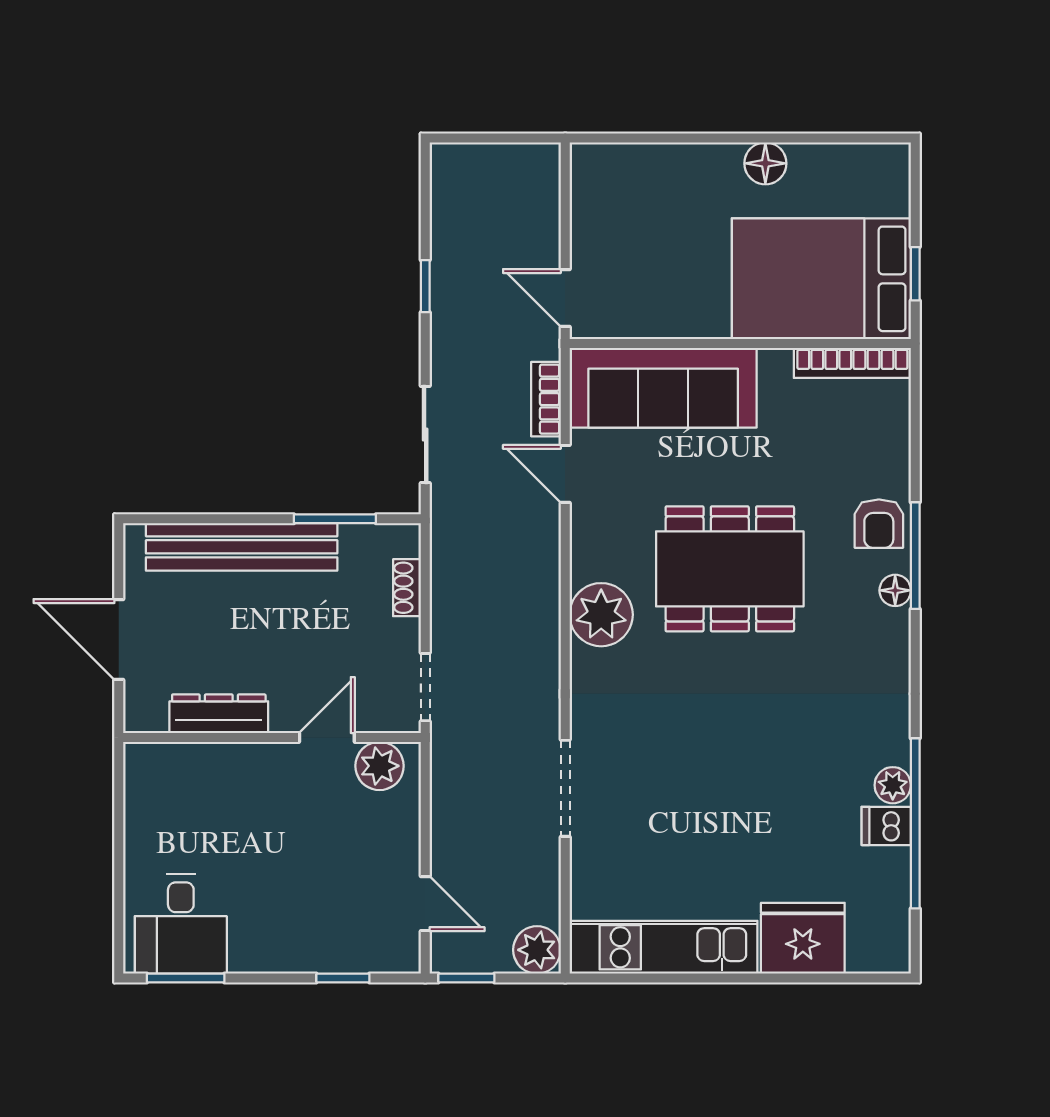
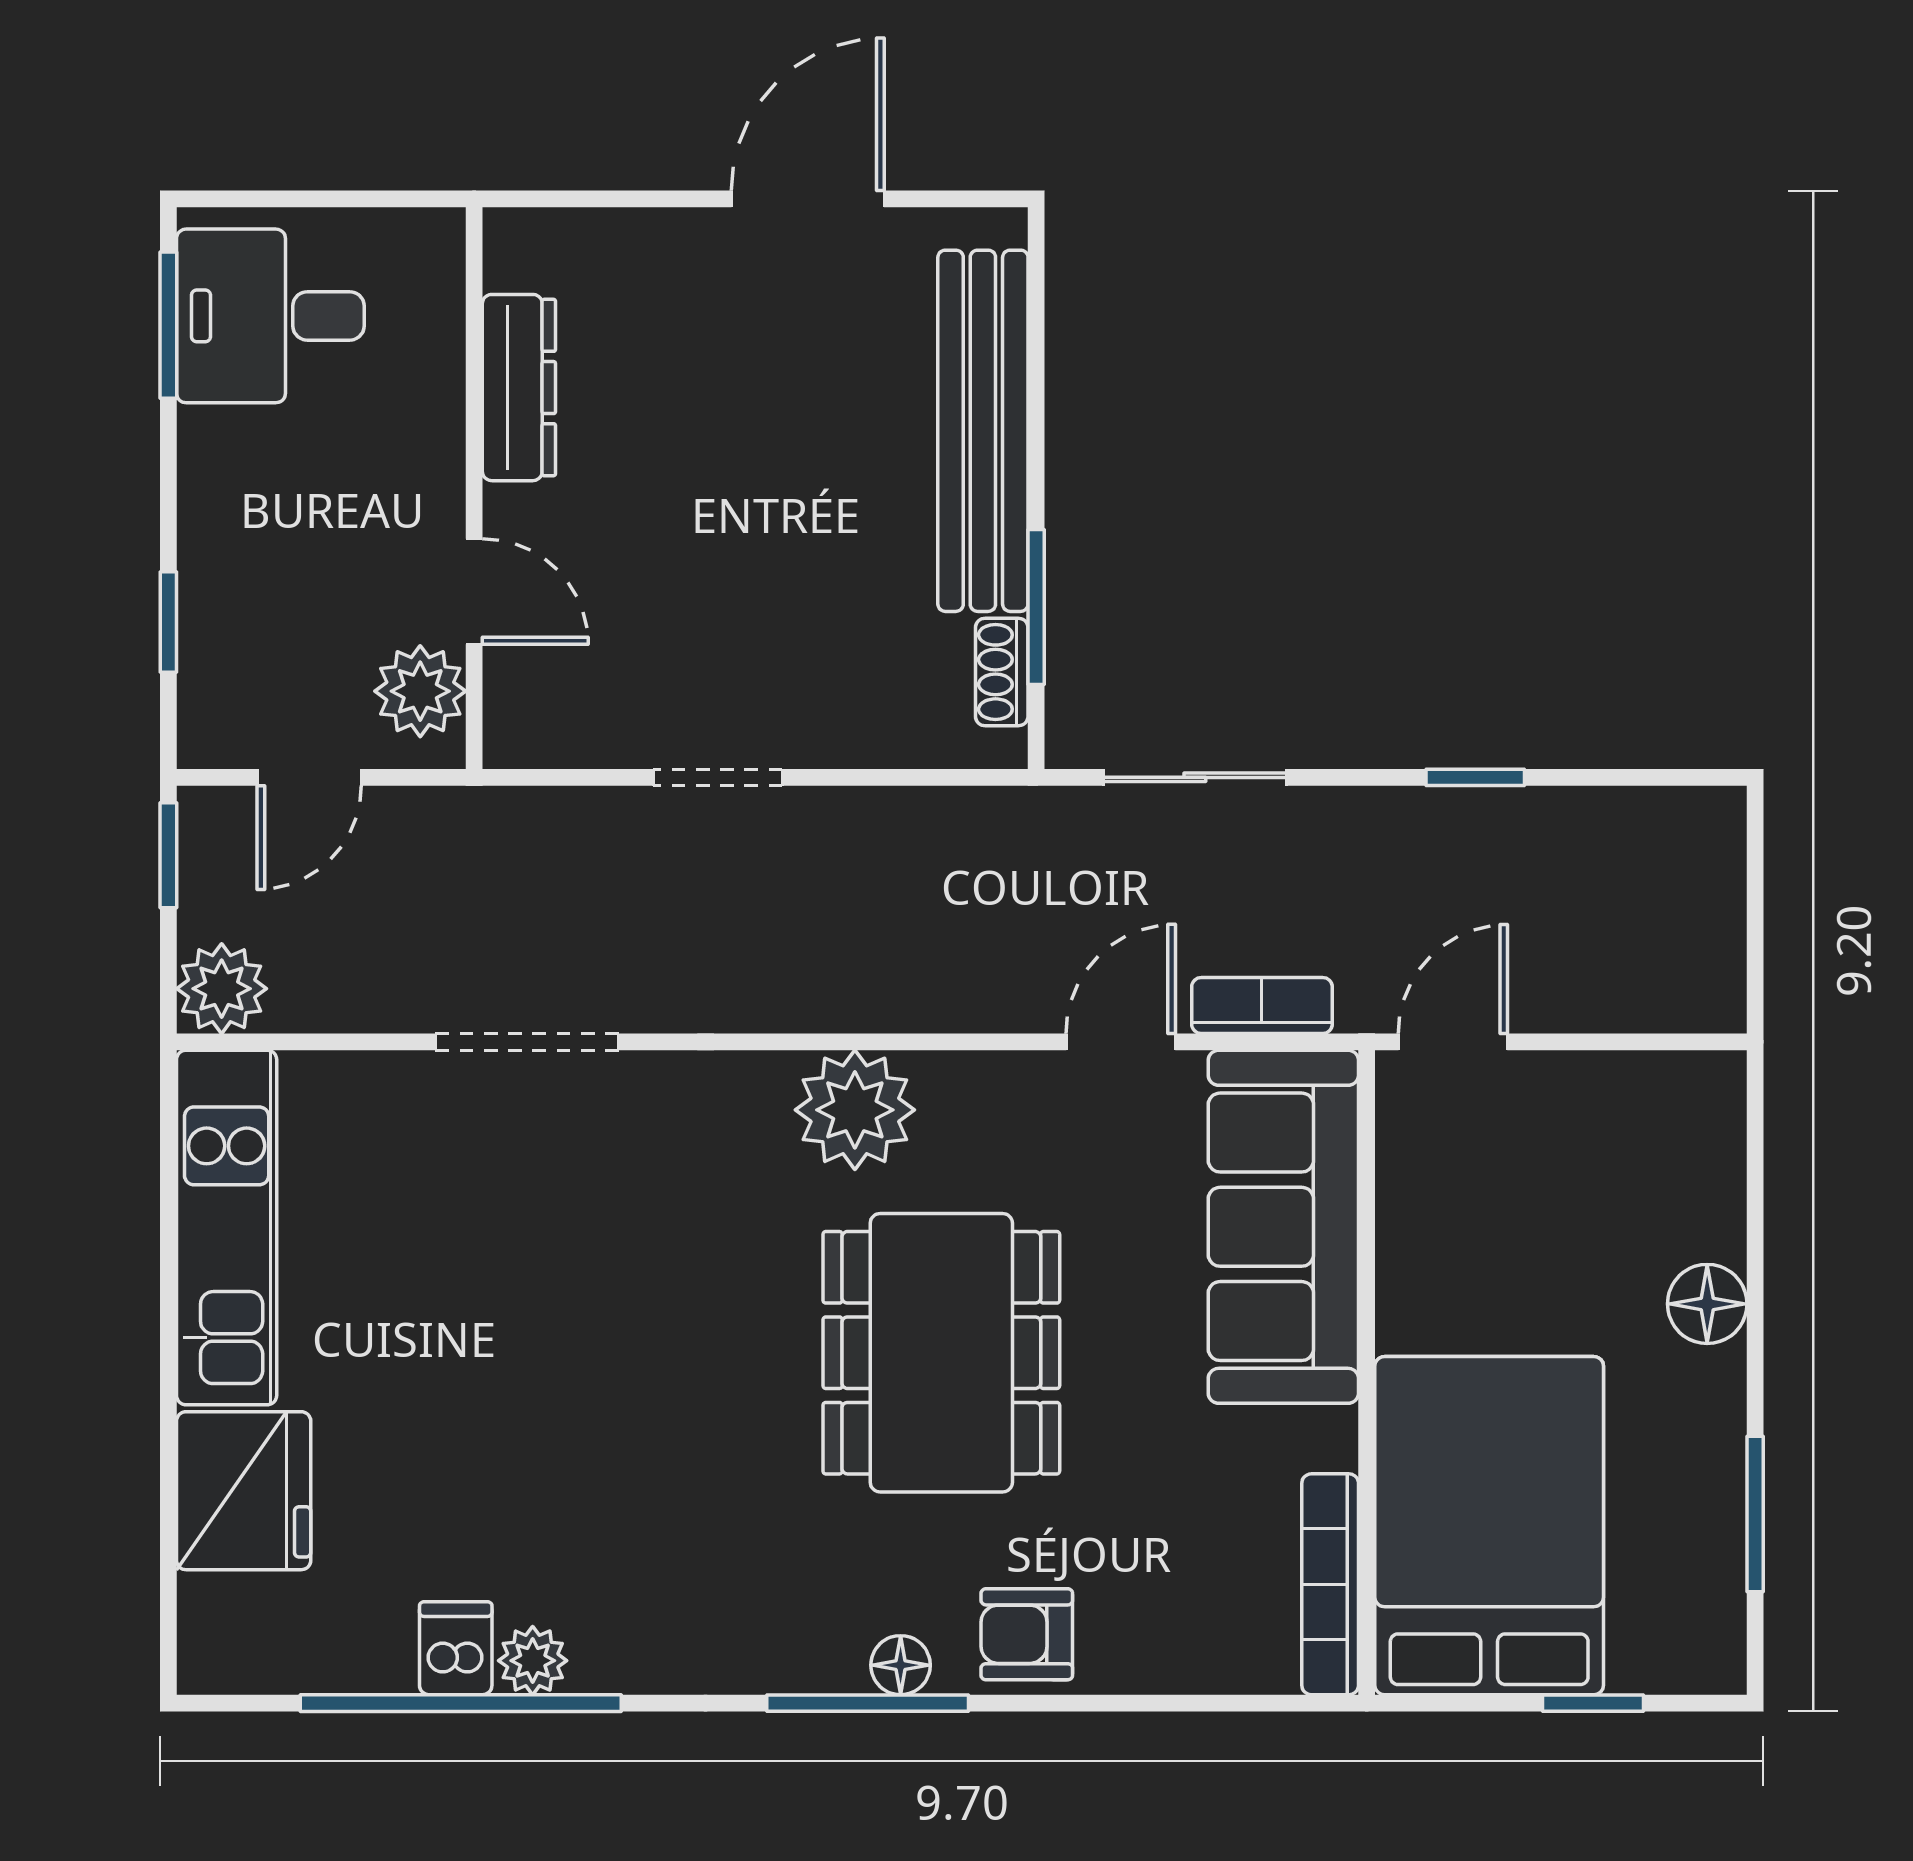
window: (815, 138) -> (1755, 1514), added
floor lamp: (765, 163) -> (1707, 1304), moved
window: (915, 274) -> (1593, 1703), moved
window: (915, 556) -> (868, 1703), moved
shoe rack: (407, 588) -> (1002, 672), moved, turned -90
dresser: (219, 714) -> (519, 388), moved
wall: (272, 737) -> (474, 488), moved
door: (327, 737) -> (474, 592), moved
plant: (380, 766) -> (420, 691), moved

